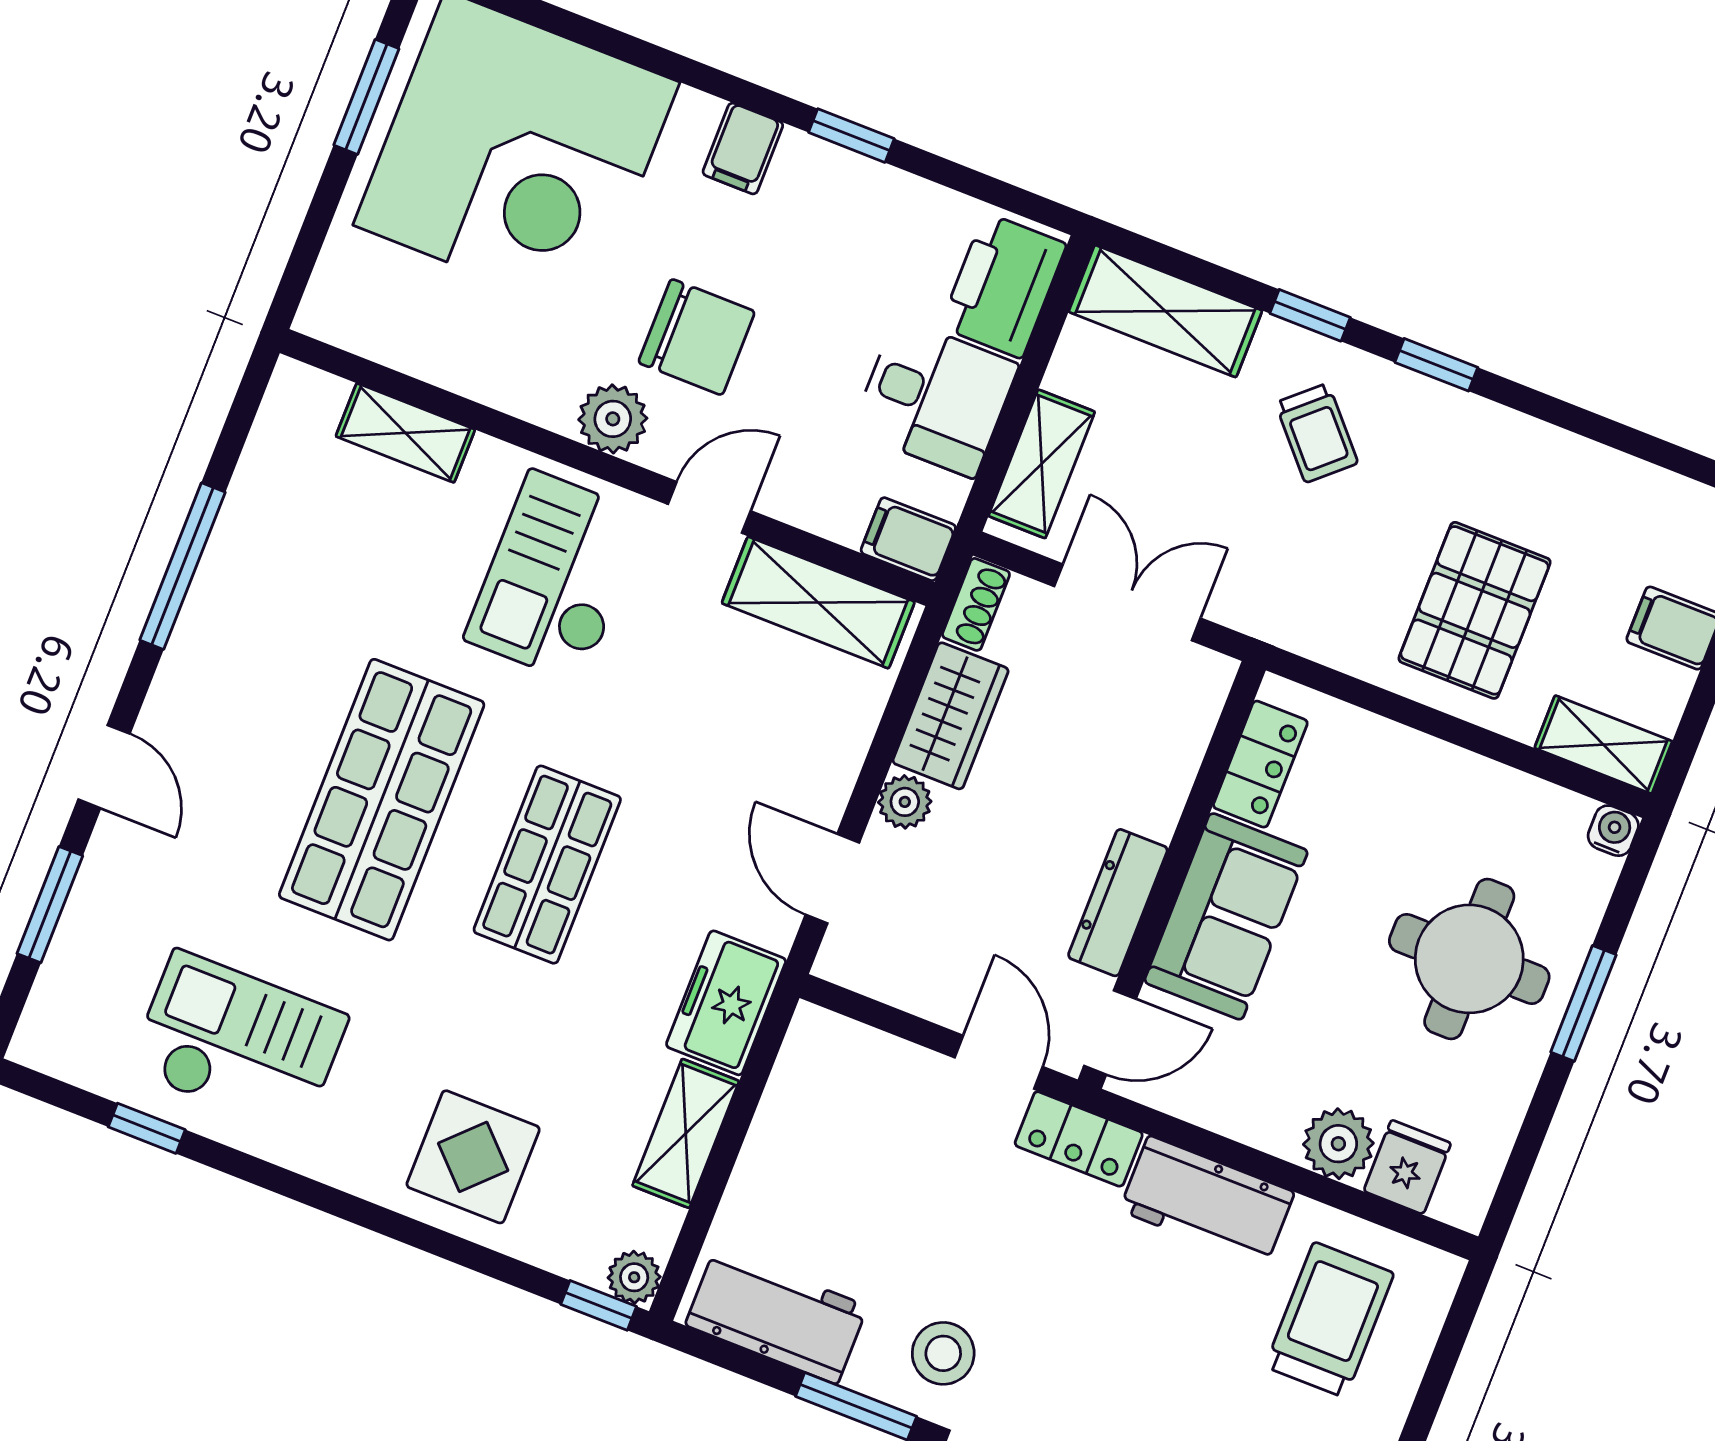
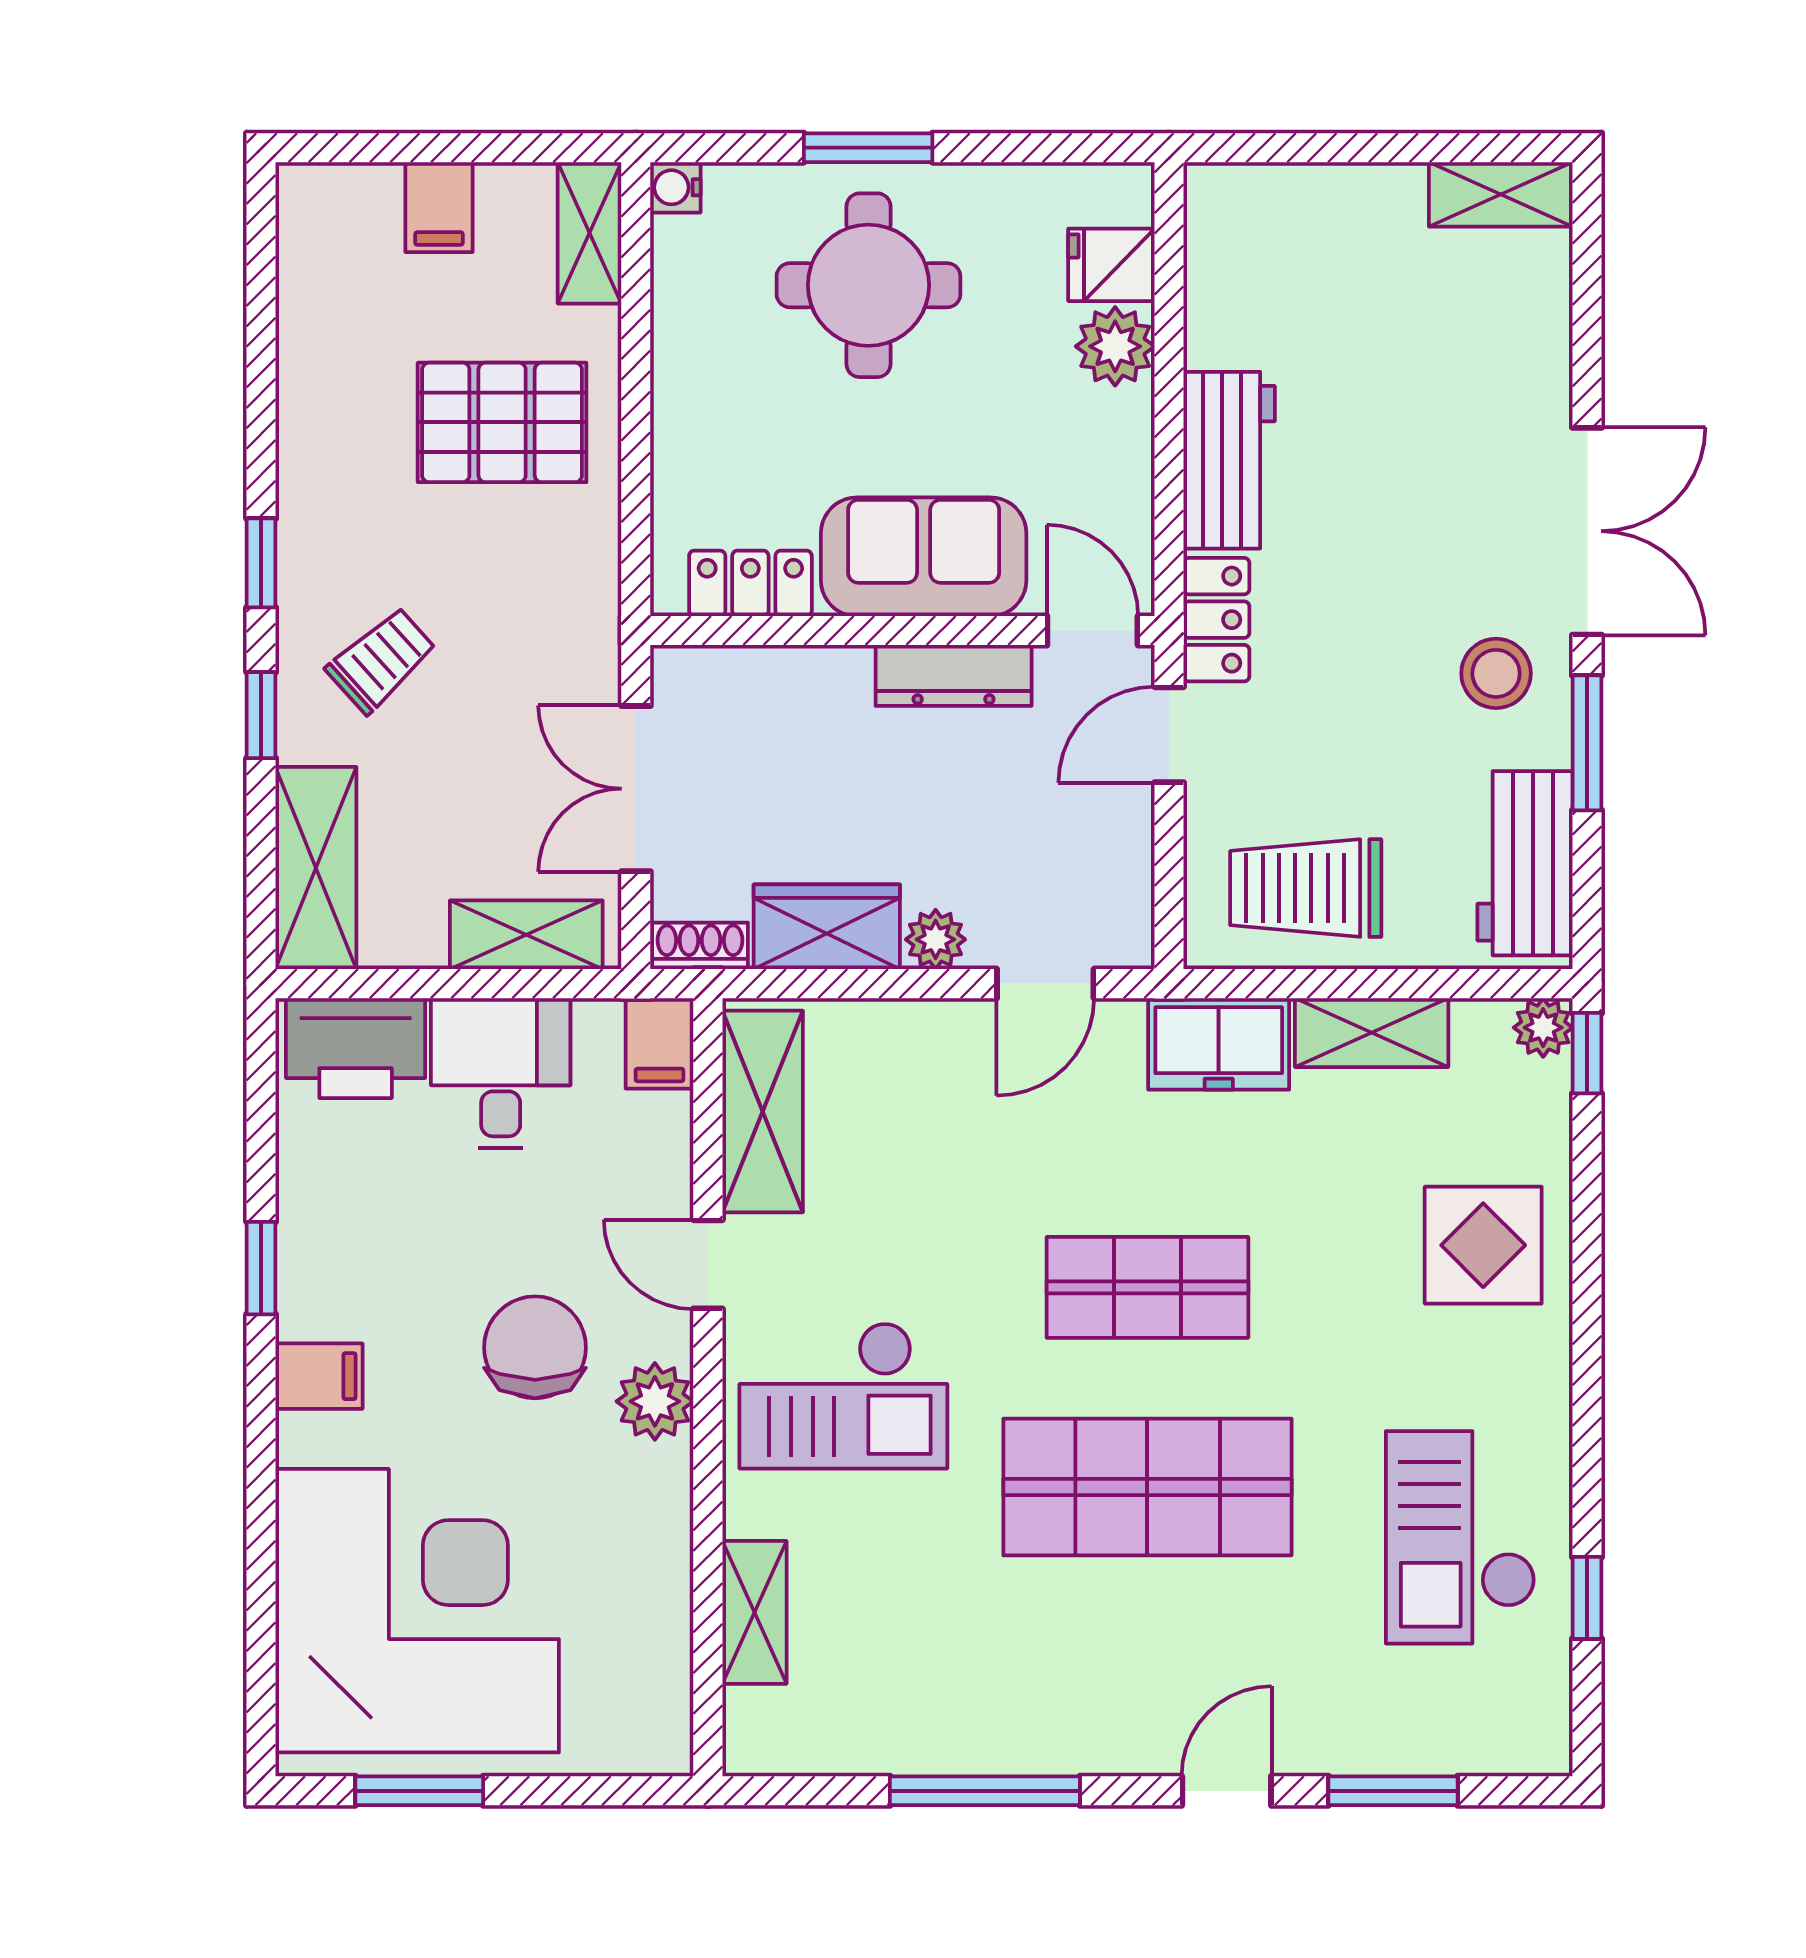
trolley: (1329, 1320) -> (1306, 888), moved

